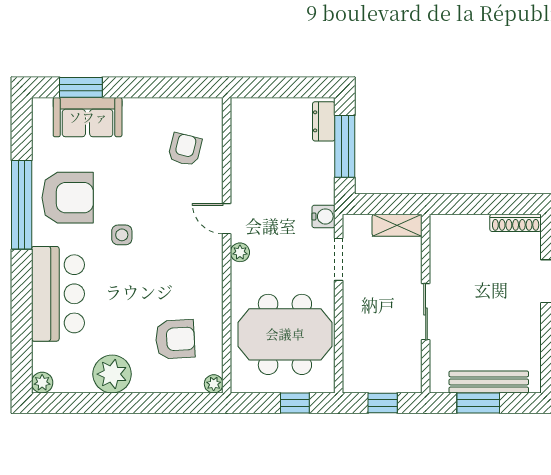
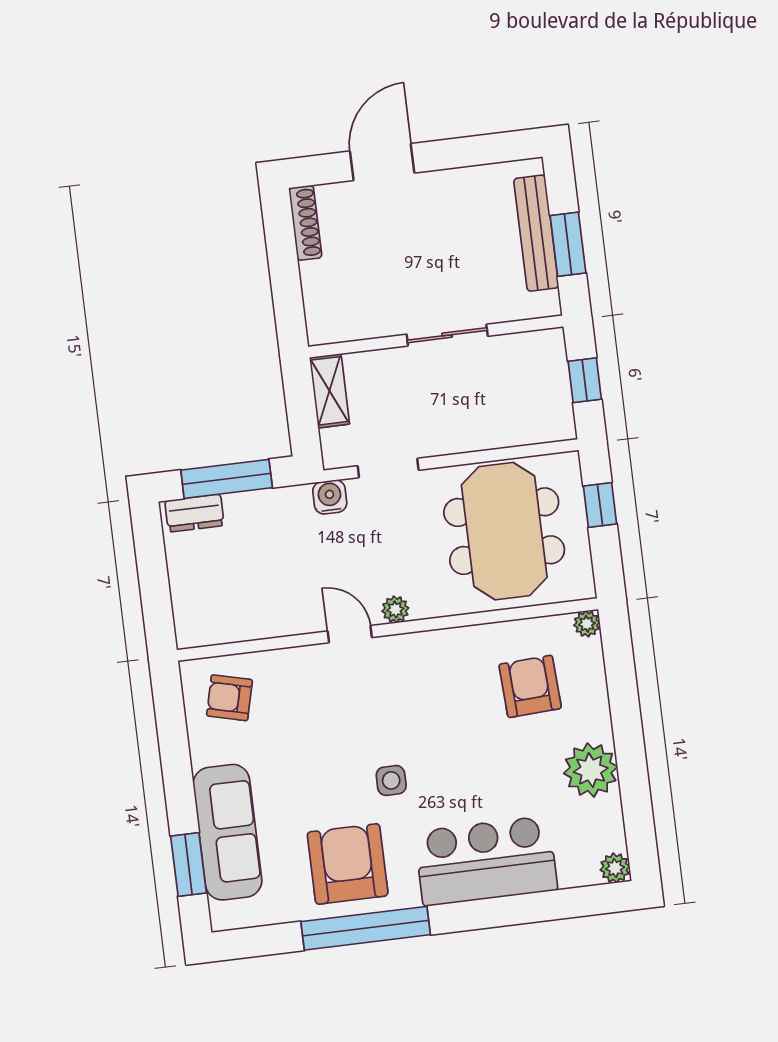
sofa: (88, 117) -> (228, 832), width x1.36
armchair: (185, 149) -> (229, 698), moved
door: (227, 219) -> (350, 634), swing flipped

